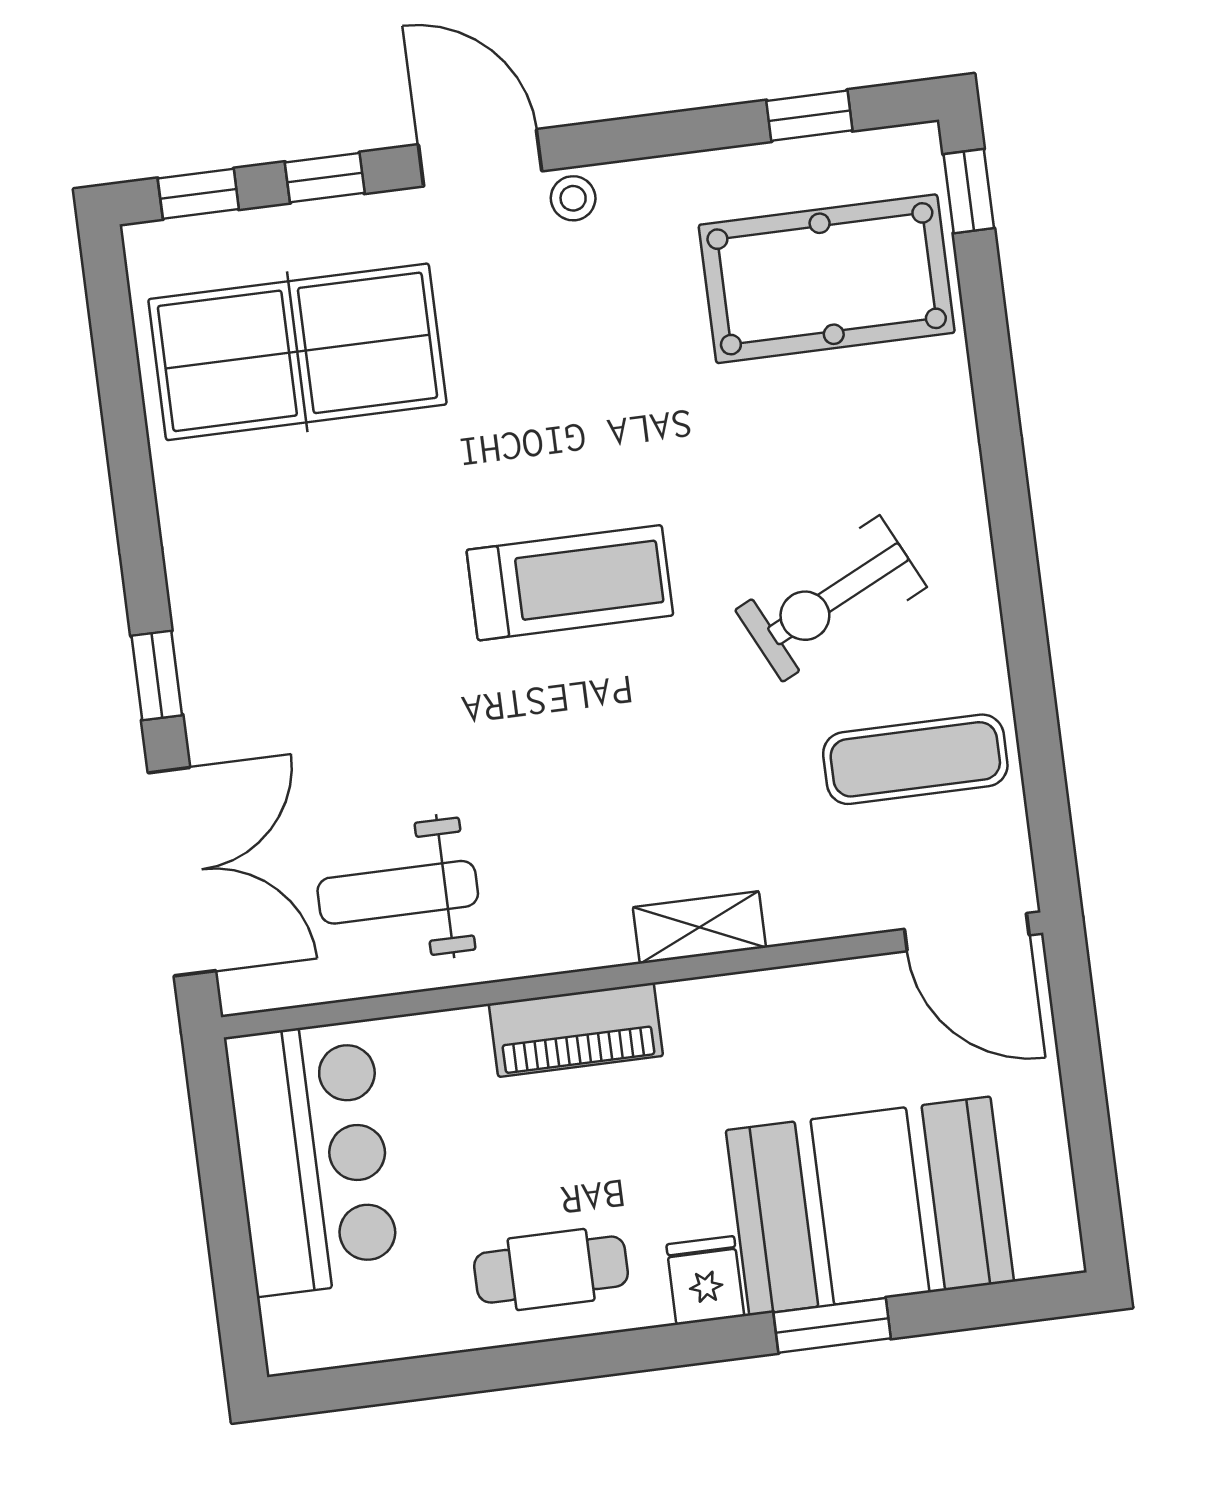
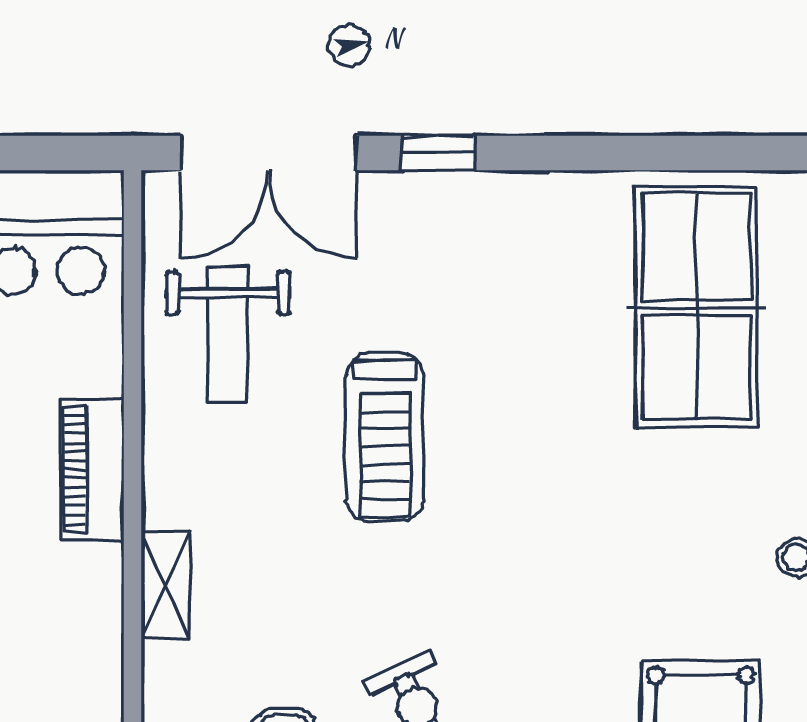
treadmill: (570, 583) -> (385, 437), moved
weight bench: (398, 892) -> (228, 334), turned 180

